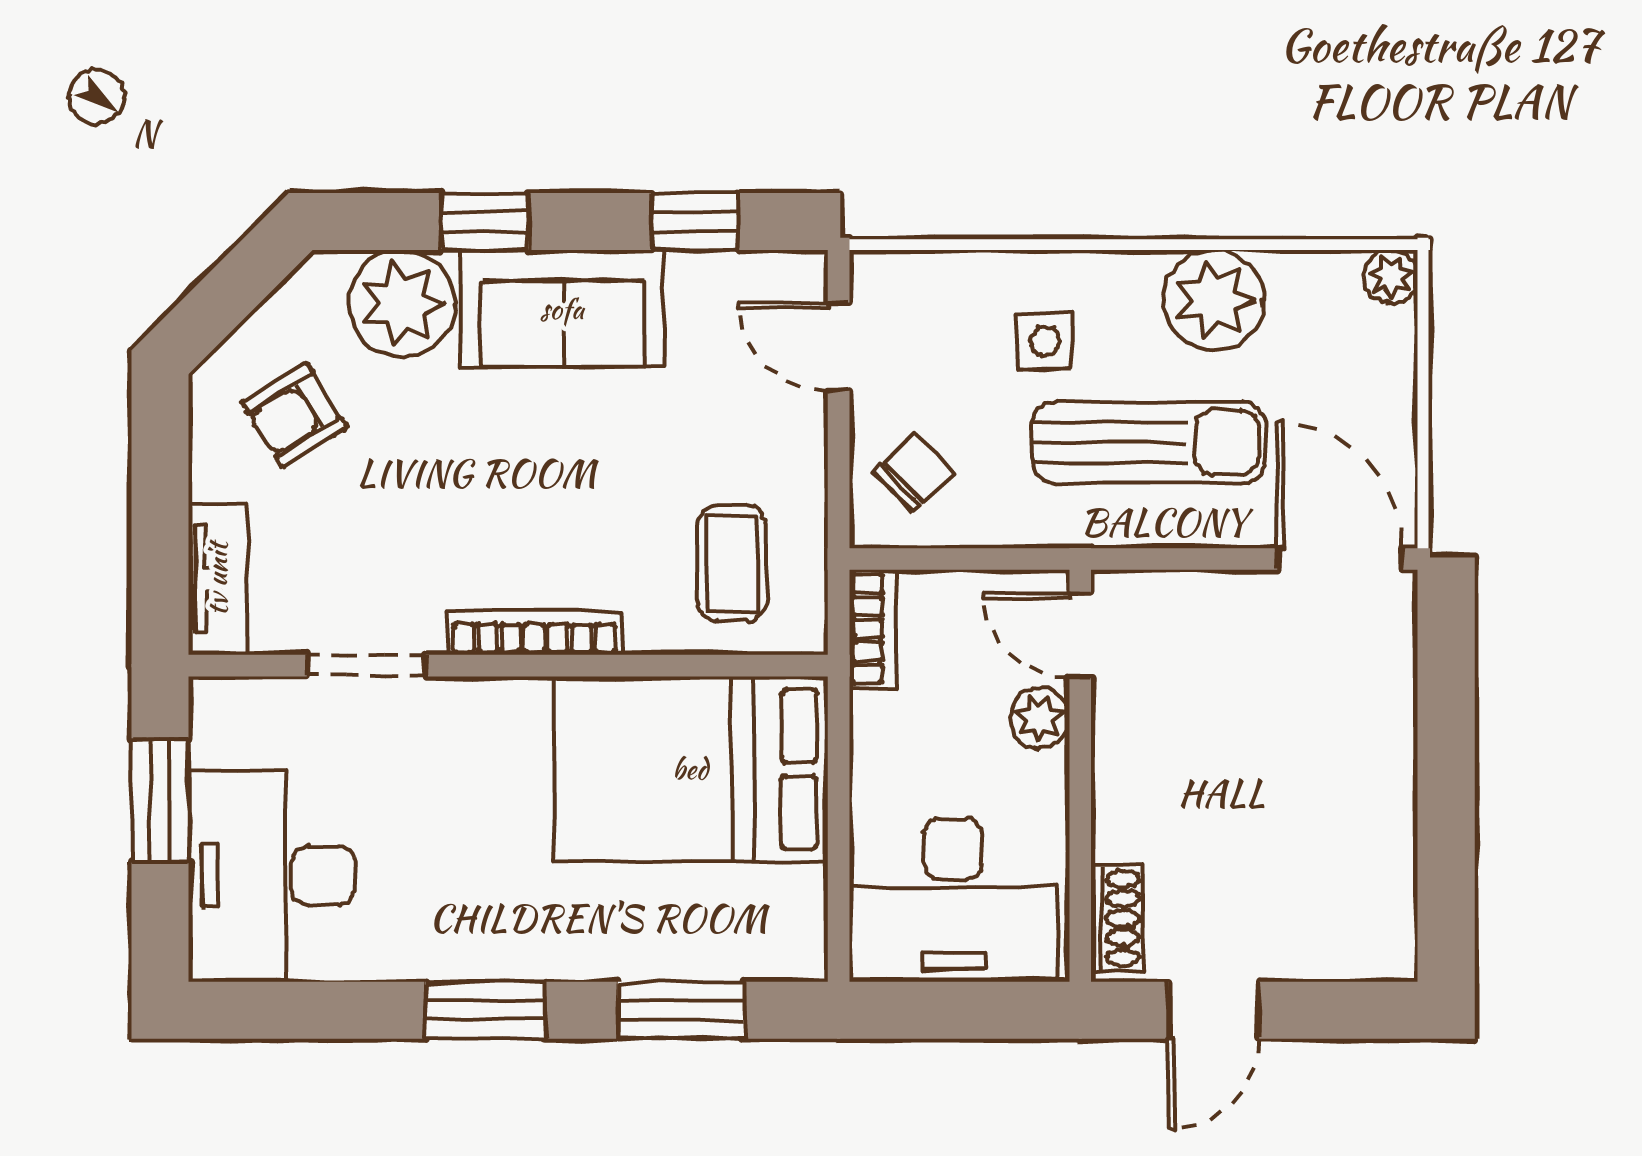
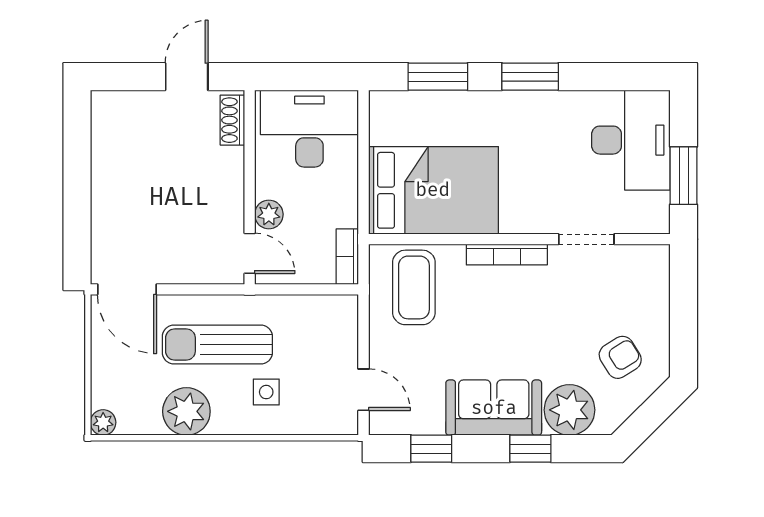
chair: (914, 472) -> (328, 330), removed
coffee table: (732, 563) -> (414, 287), width x1.36, depth x1.30
tv unit: (217, 579) -> (657, 280), removed

